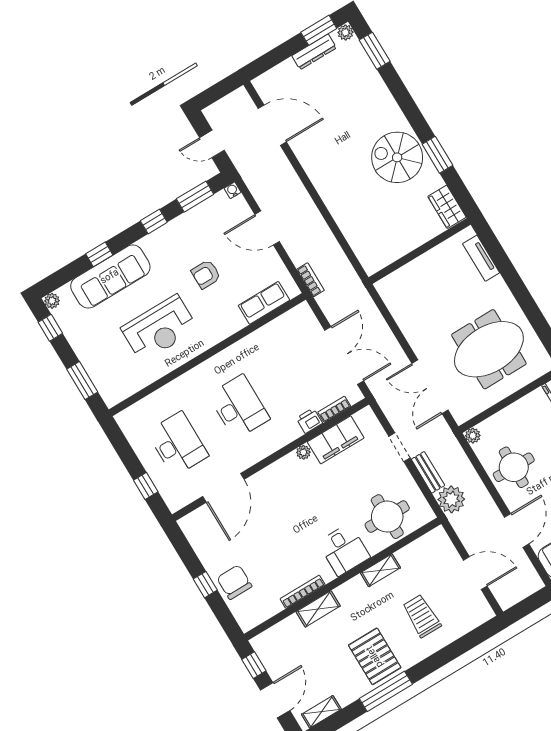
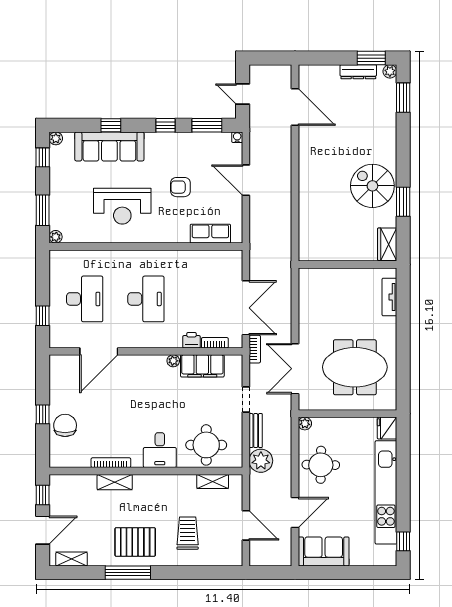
bookcase: (310, 280) -> (255, 349), moved
plant: (111, 399) -> (56, 237), added
shelving: (380, 570) -> (213, 481), moved
pallet: (375, 656) -> (135, 542), turned 90

